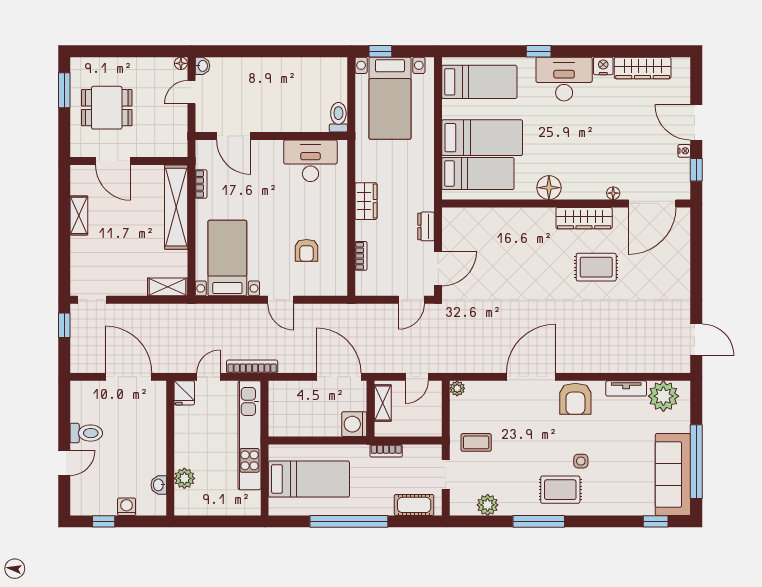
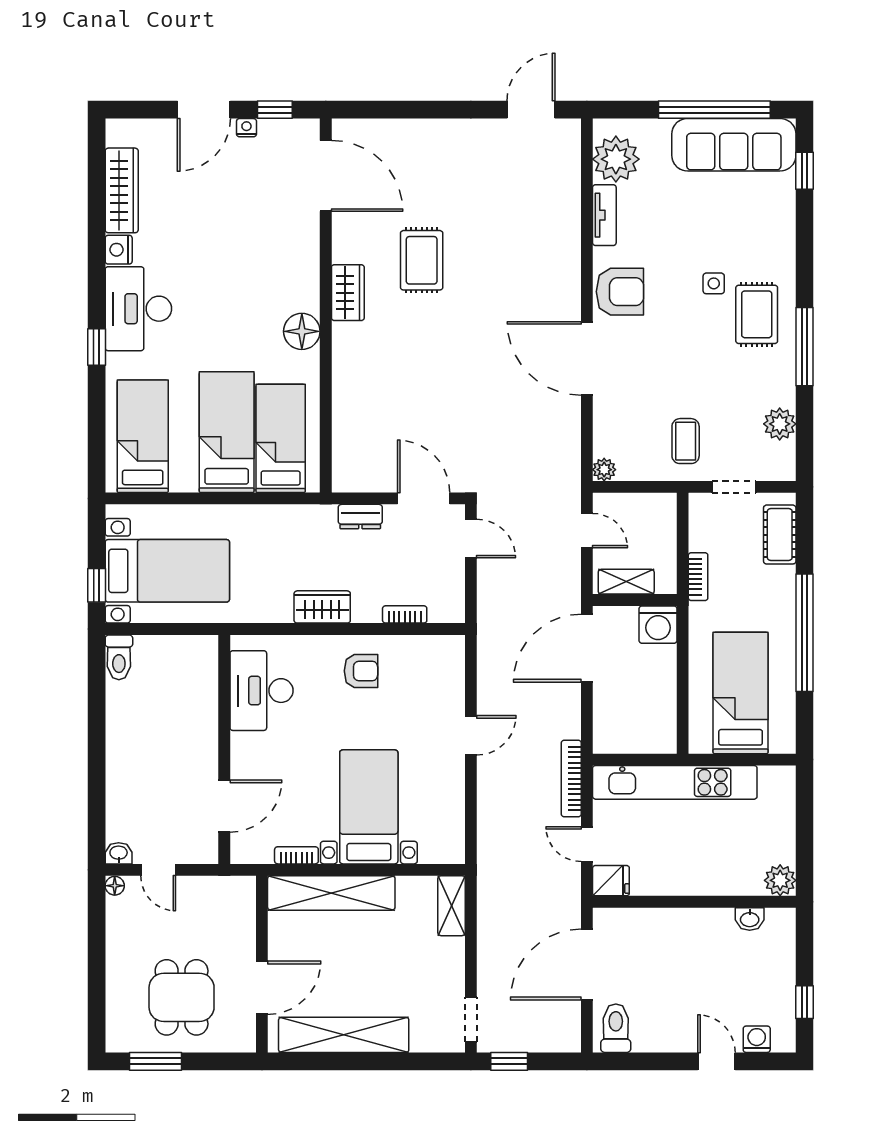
toilet: (338, 117) -> (119, 657), moved, turned -90
floor lamp: (613, 193) -> (310, 235), removed
shelving: (79, 215) -> (344, 1035), width x2.20, depth x1.33
wardrobe: (584, 218) -> (348, 293), width x0.67
armchair: (307, 250) -> (361, 671), moved
bed with nightstands: (227, 258) -> (369, 807), moved, turned 90
toilet: (86, 433) -> (616, 1028), moved
plant: (184, 478) -> (780, 880), moved
washing machine: (127, 507) -> (757, 1039), moved, turned 90

